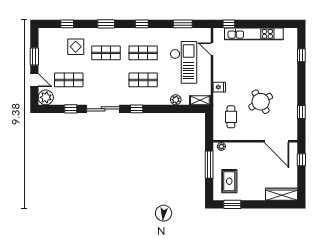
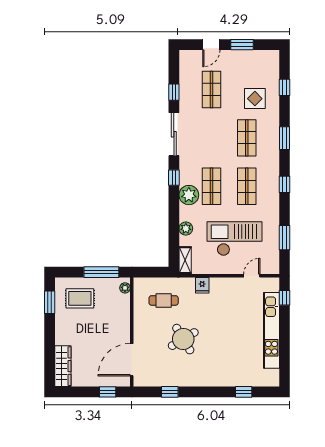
checkout: (183, 62) -> (234, 239), turned 180
plant: (46, 97) -> (189, 195), moved

